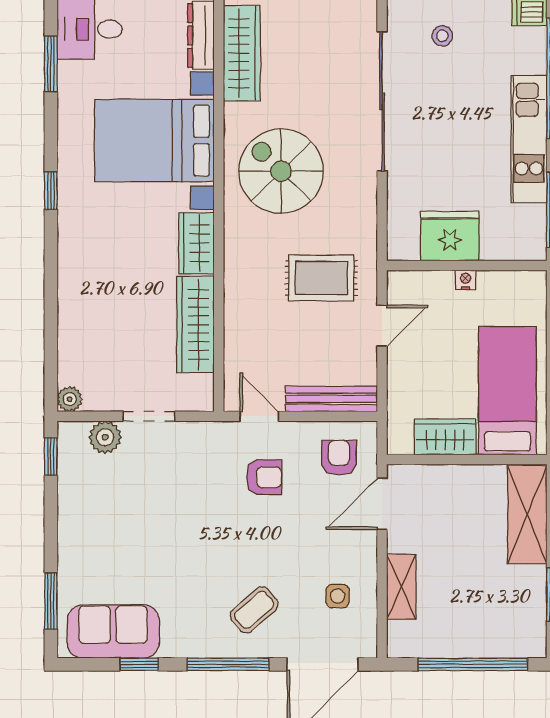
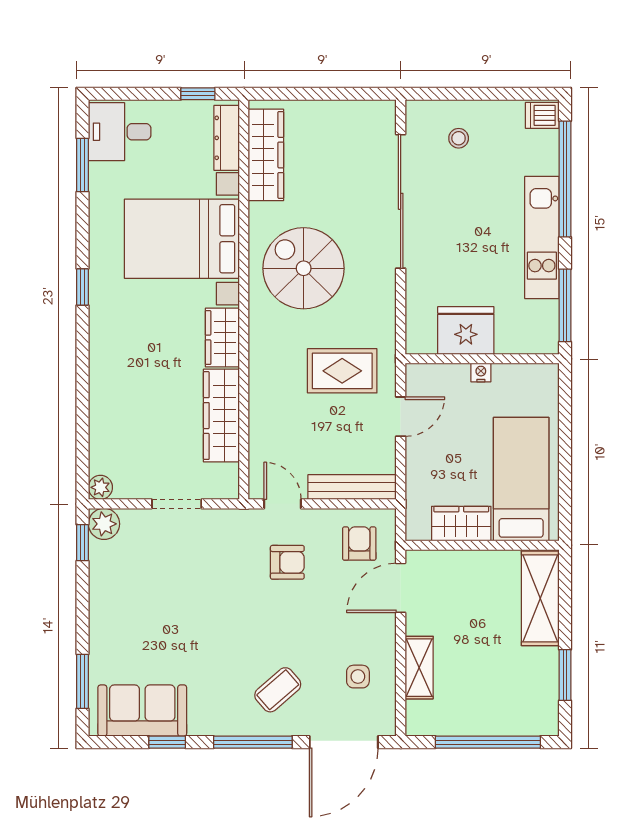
plant: (105, 437) -> (104, 524), moved

